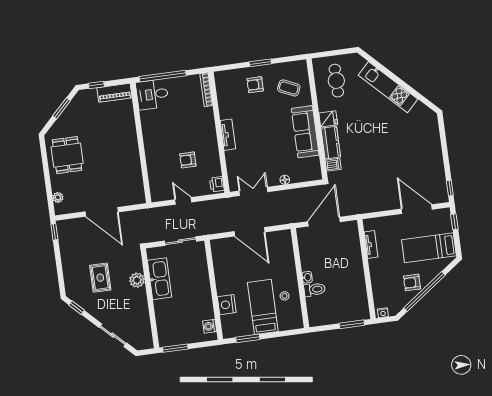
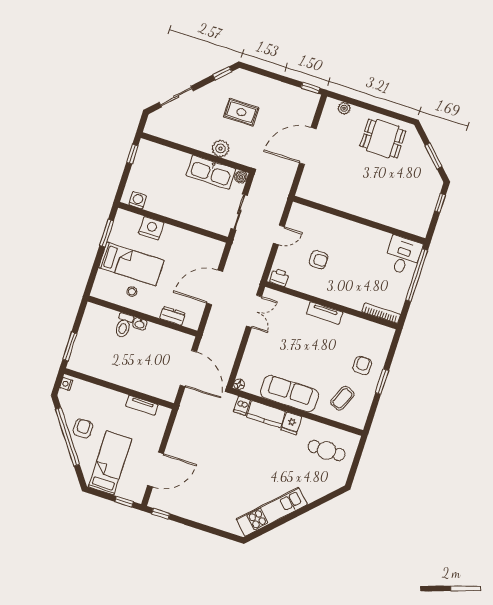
kitchen unit: (388, 87) -> (272, 512), moved
piano: (114, 93) -> (423, 218), removed
armchair: (188, 160) -> (319, 260), turned 90
floor lamp: (285, 180) -> (239, 384), moved
boiler: (152, 253) -> (241, 177), added
dresser: (288, 254) -> (173, 316), added
window: (175, 348) -> (132, 154), width x0.67

